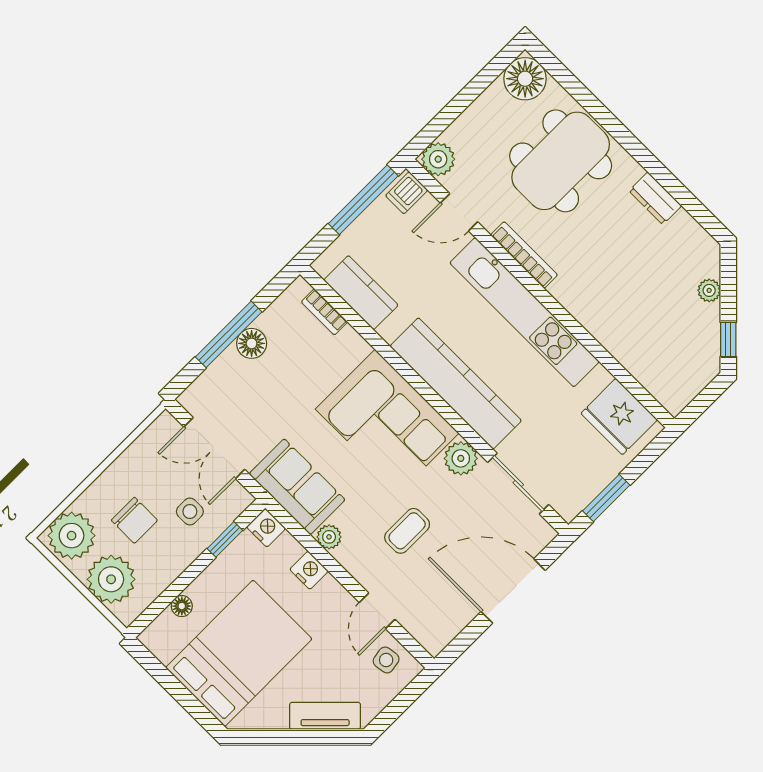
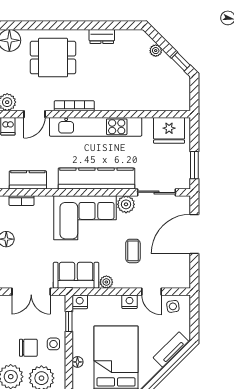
dining table: (561, 161) -> (53, 58), width x0.73
side table: (190, 512) -> (53, 344), moved
nightstand: (309, 570) -> (130, 302), moved

